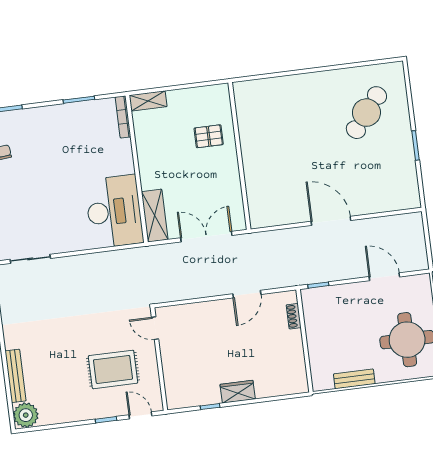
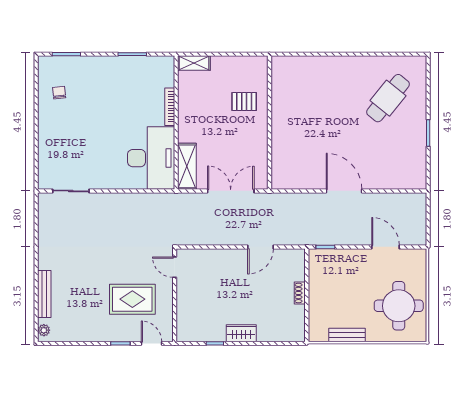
bookcase: (123, 117) -> (170, 107), moved
shoe rack: (294, 316) -> (300, 293), moved
plant: (26, 415) -> (44, 330), width x0.53, depth x0.53

